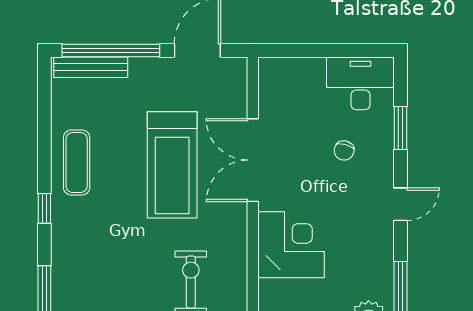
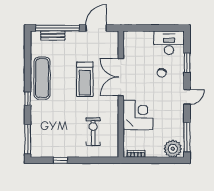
bench: (91, 67) -> (53, 36), width x0.73
exercise mat: (77, 163) -> (42, 78), width x1.36, depth x1.45
treadmill: (172, 165) -> (85, 79), width x0.73, depth x0.73

